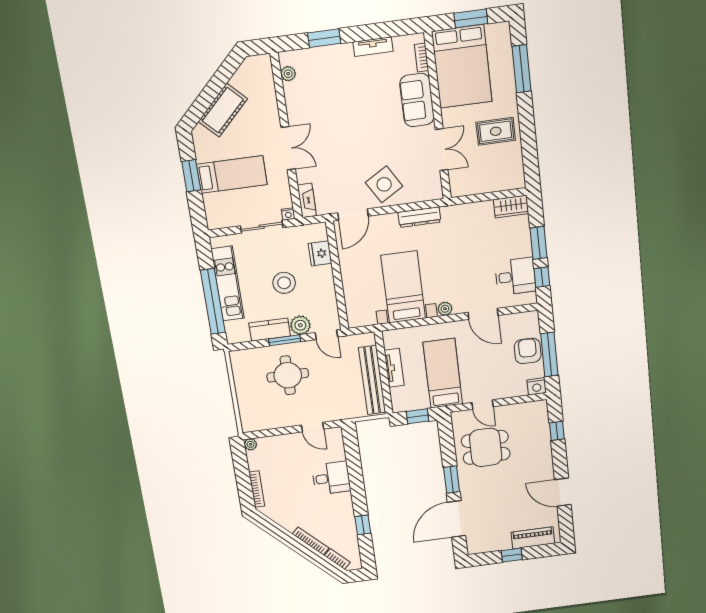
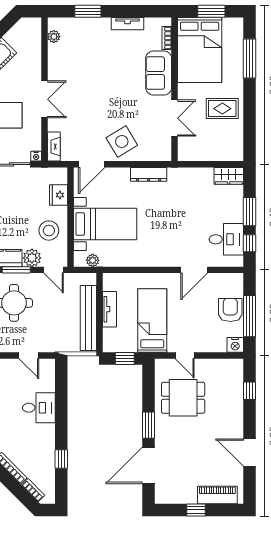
stool: (284, 283) -> (49, 231), moved
bed with nightstands: (403, 287) -> (105, 224), moved, turned 90
plant: (445, 309) -> (93, 260), moved
door: (483, 314) -> (194, 270), hinge flipped

